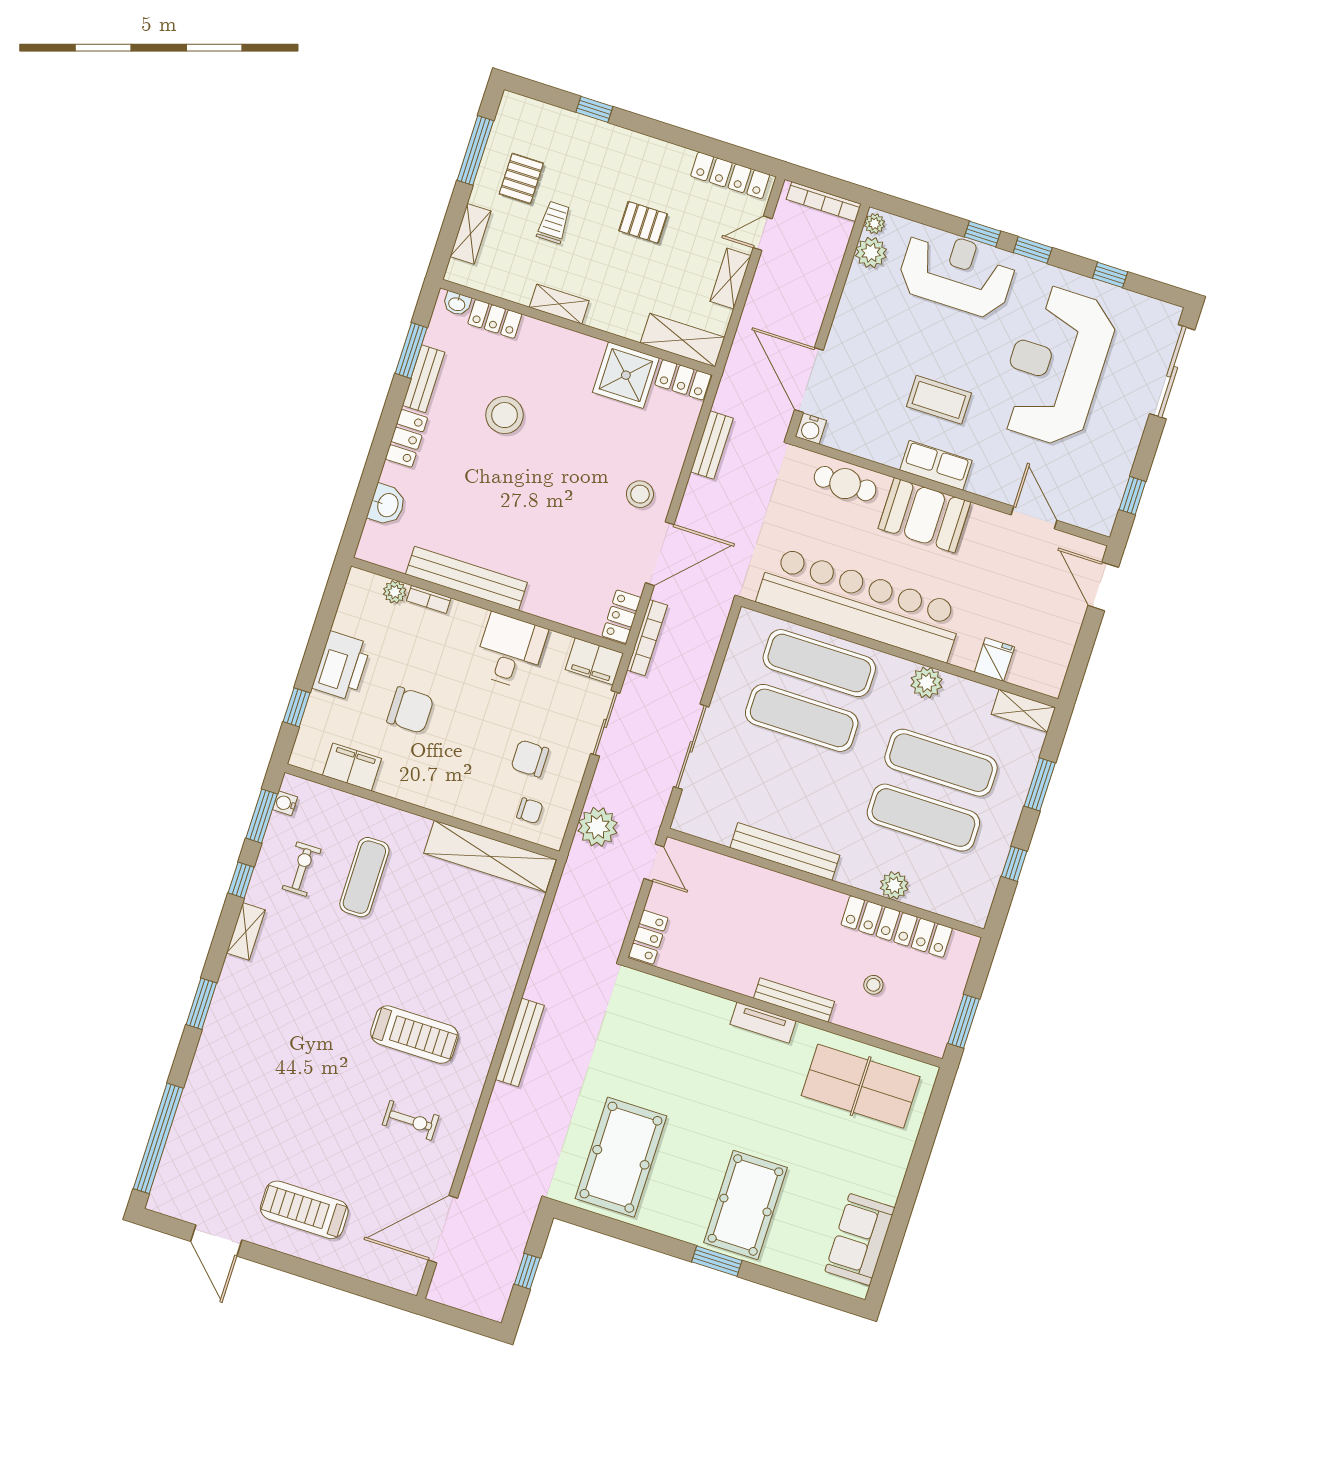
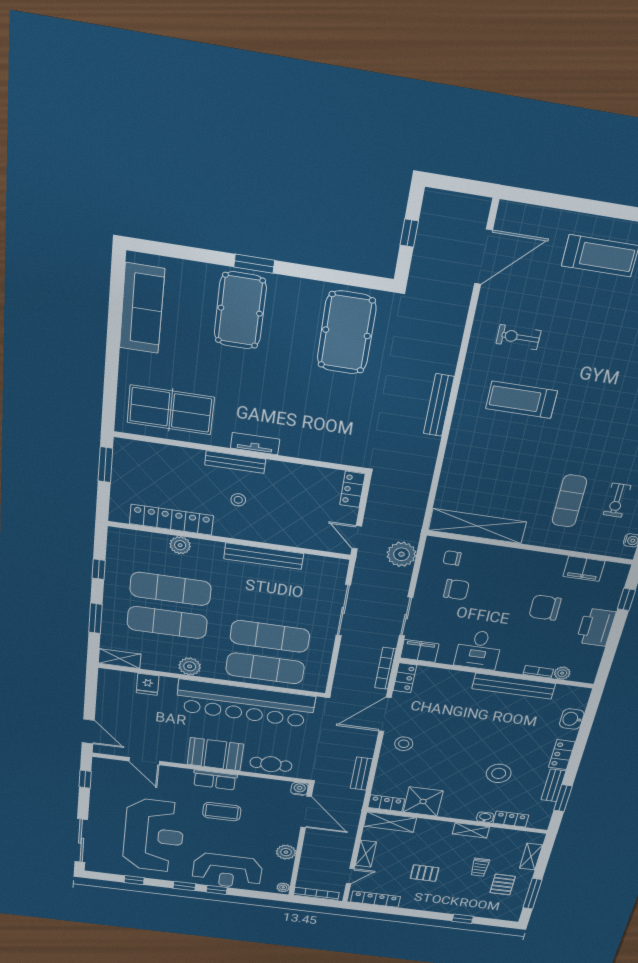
plant: (871, 253) -> (286, 852), moved
washbasin: (457, 304) -> (485, 817), moved
stool: (873, 985) -> (238, 500), moved
sofa: (860, 1239) -> (142, 309), width x1.36

